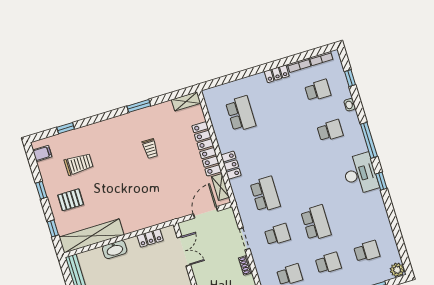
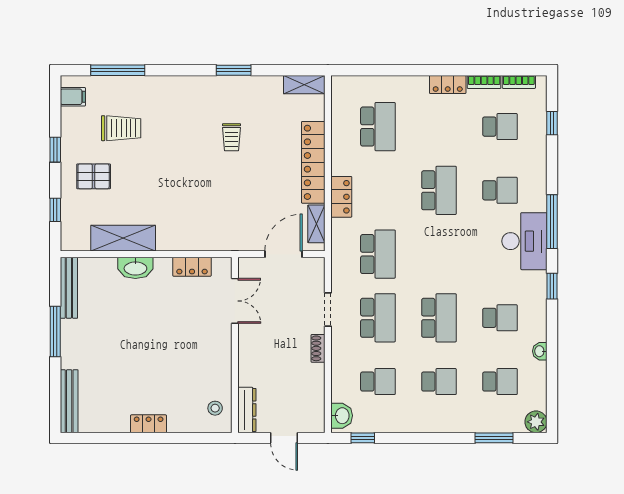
washbasin: (350, 105) -> (540, 351), moved
window: (66, 128) -> (118, 70), width x2.17
school desk: (291, 142) -> (439, 190), added
desk: (360, 174) -> (524, 241), moved
school desk: (354, 211) -> (500, 318), added
school desk: (277, 235) -> (378, 318), width x1.85
shelving: (92, 236) -> (123, 238), width x0.68

